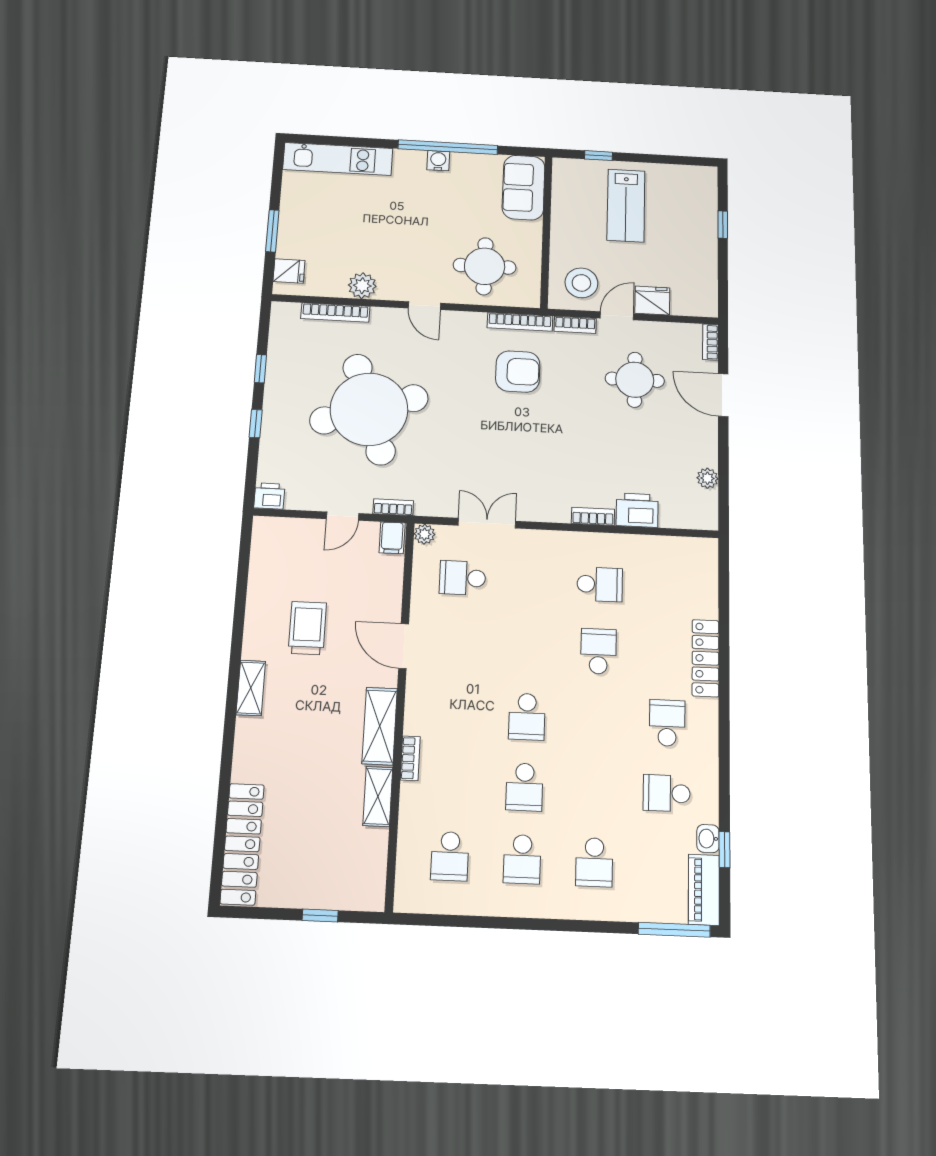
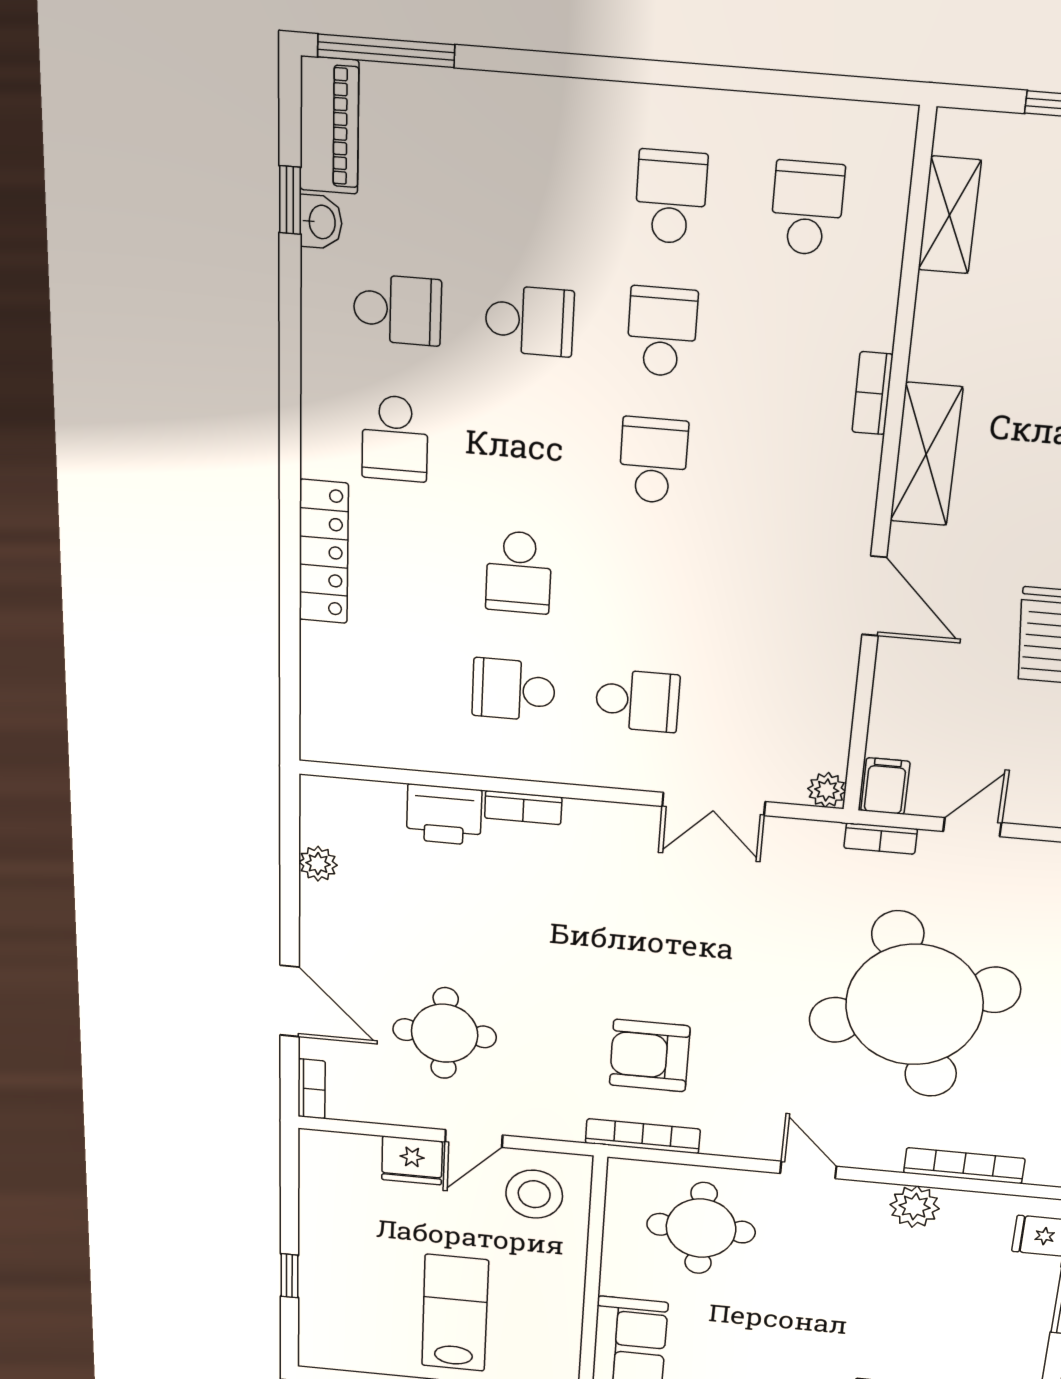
bookcase: (575, 325) -> (547, 1127), removed
school desk: (462, 578) -> (637, 701), moved
shelving: (378, 796) -> (950, 215), moved
school desk: (594, 862) -> (530, 321), moved, turned 90

